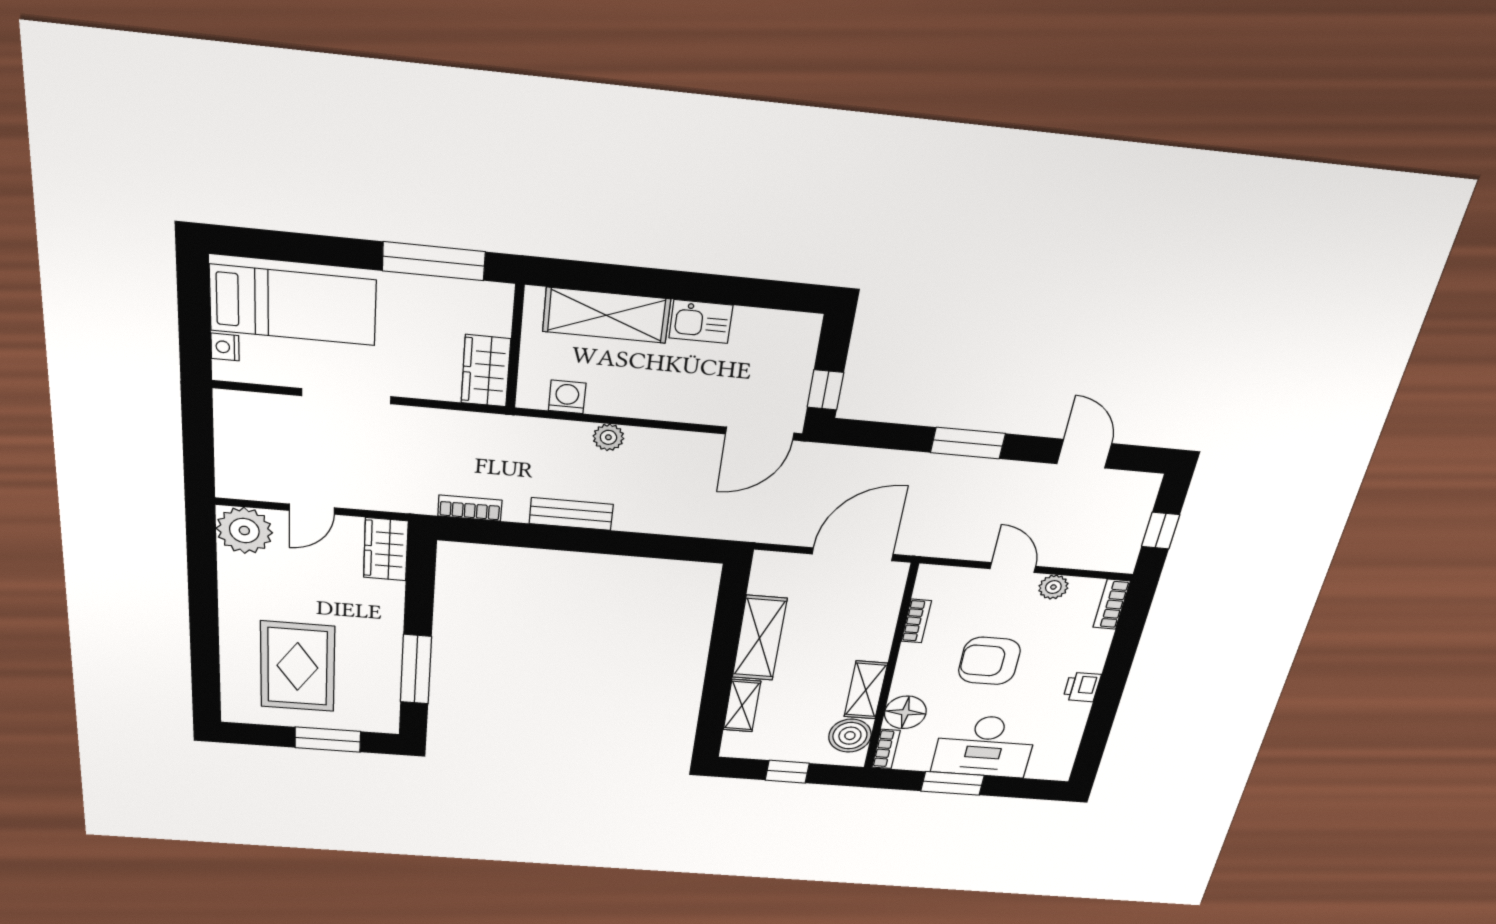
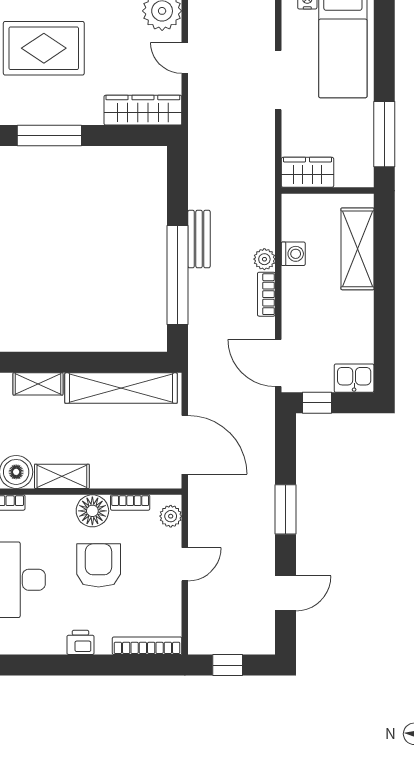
kitchen sink: (701, 322) -> (354, 378), moved, turned 90
washing machine: (567, 397) -> (293, 254), moved
bookcase: (470, 508) -> (266, 294), moved, turned 180
window: (619, 543) -> (178, 275), added
wardrobe: (386, 549) -> (143, 110), width x1.50
plant: (1053, 587) -> (171, 516), moved
bookcase: (1112, 604) -> (147, 646), width x1.56
shelving: (759, 638) -> (121, 388), width x1.47
floor lamp: (905, 712) -> (92, 511), moved

